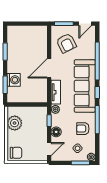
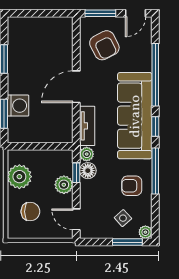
plant: (42, 128) -> (64, 185), added
floor lamp: (56, 132) -> (88, 171), moved
door: (49, 149) -> (76, 219), swing flipped
chair: (16, 153) -> (30, 212), moved

